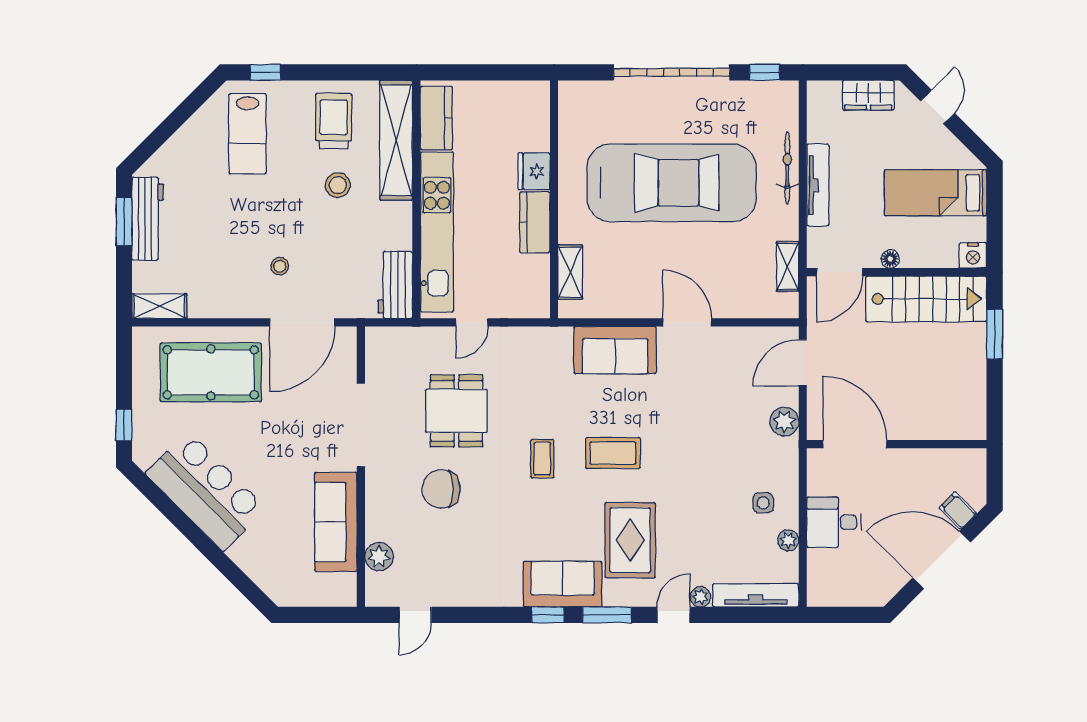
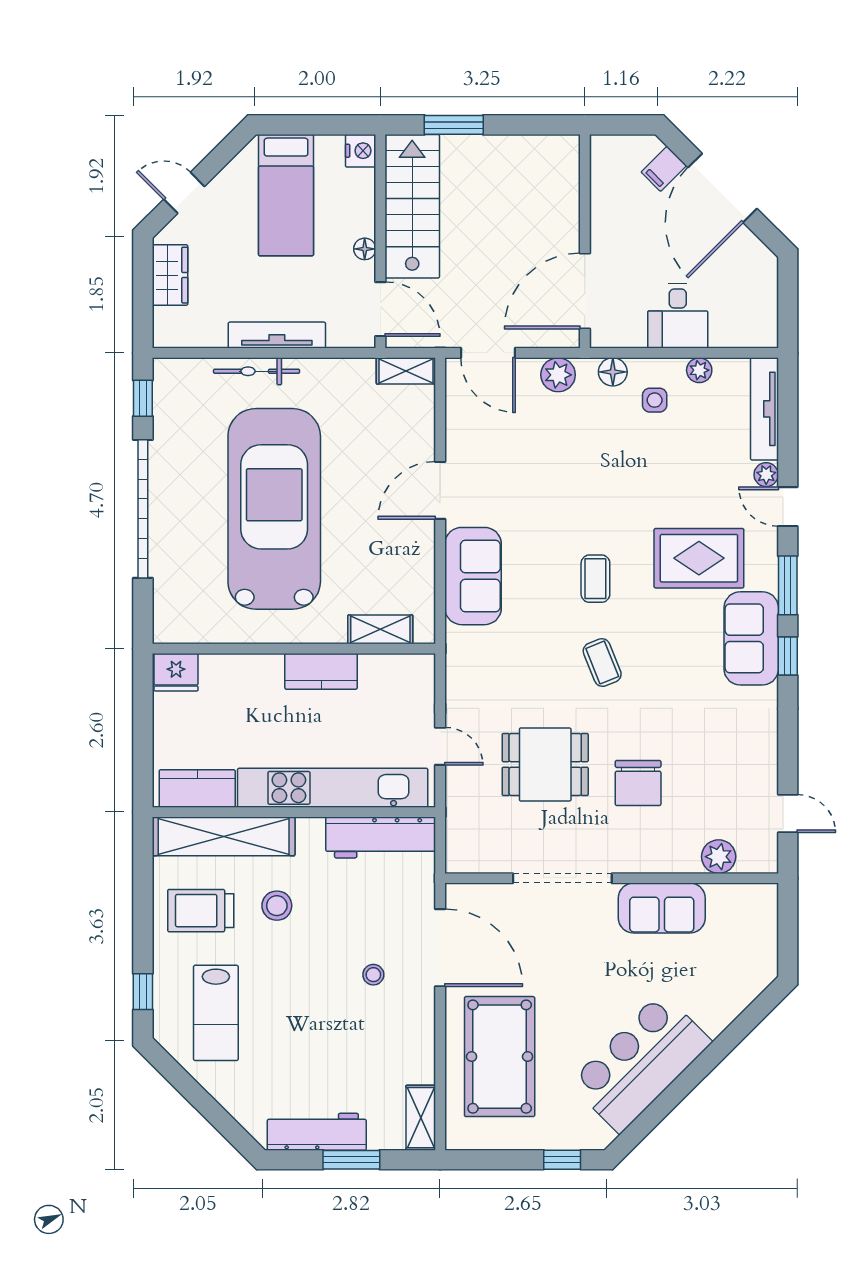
lab bench: (248, 134) -> (216, 1013), turned 90
fridge: (534, 171) -> (176, 672), moved
window: (124, 222) -> (351, 1160), moved
shelving: (788, 266) -> (406, 371), moved
workbench: (395, 285) -> (381, 837), width x1.38
coffee table: (613, 453) -> (595, 579), width x0.73, depth x0.77
coffee table: (542, 459) -> (602, 663), turned 68
floor lamp: (787, 468) -> (613, 372), added
sofa: (336, 522) -> (662, 908), width x0.73

